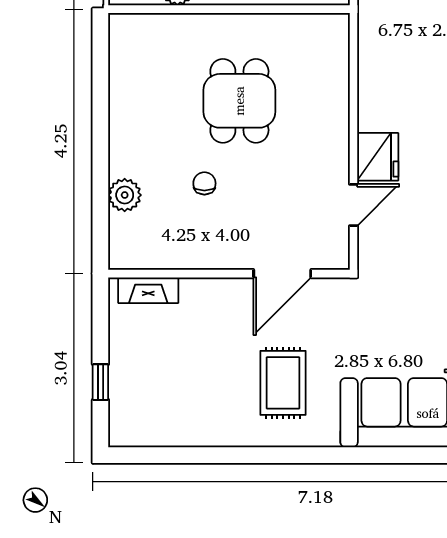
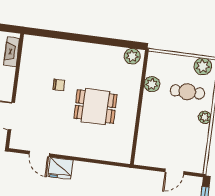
plant: (125, 195) -> (132, 56), moved

